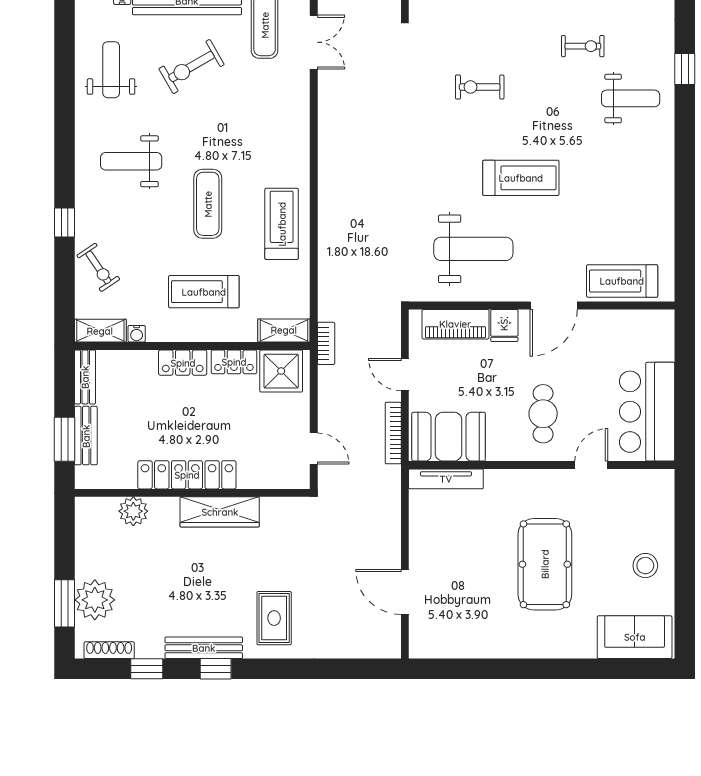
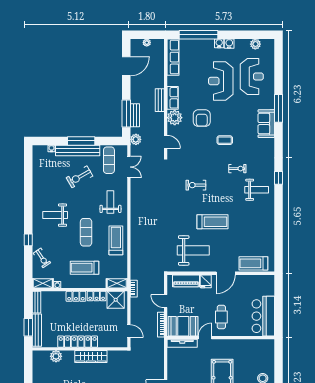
weight bench: (111, 70) -> (110, 202), moved
bench: (86, 436) -> (37, 330), width x1.36
door: (591, 465) -> (205, 338), moved

